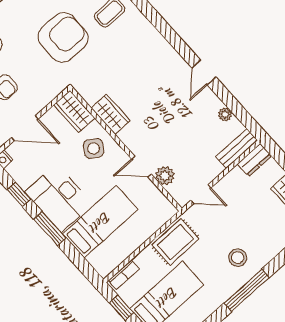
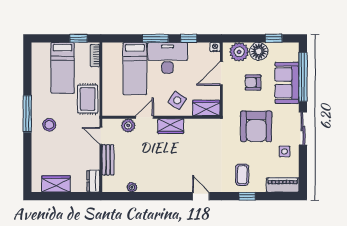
armchair: (63, 37) -> (256, 126), moved
door: (204, 72) -> (201, 196), moved
wardrobe: (111, 114) -> (171, 126), moved
bench: (237, 148) -> (108, 160), moved
door: (201, 194) -> (101, 136), hinge flipped

